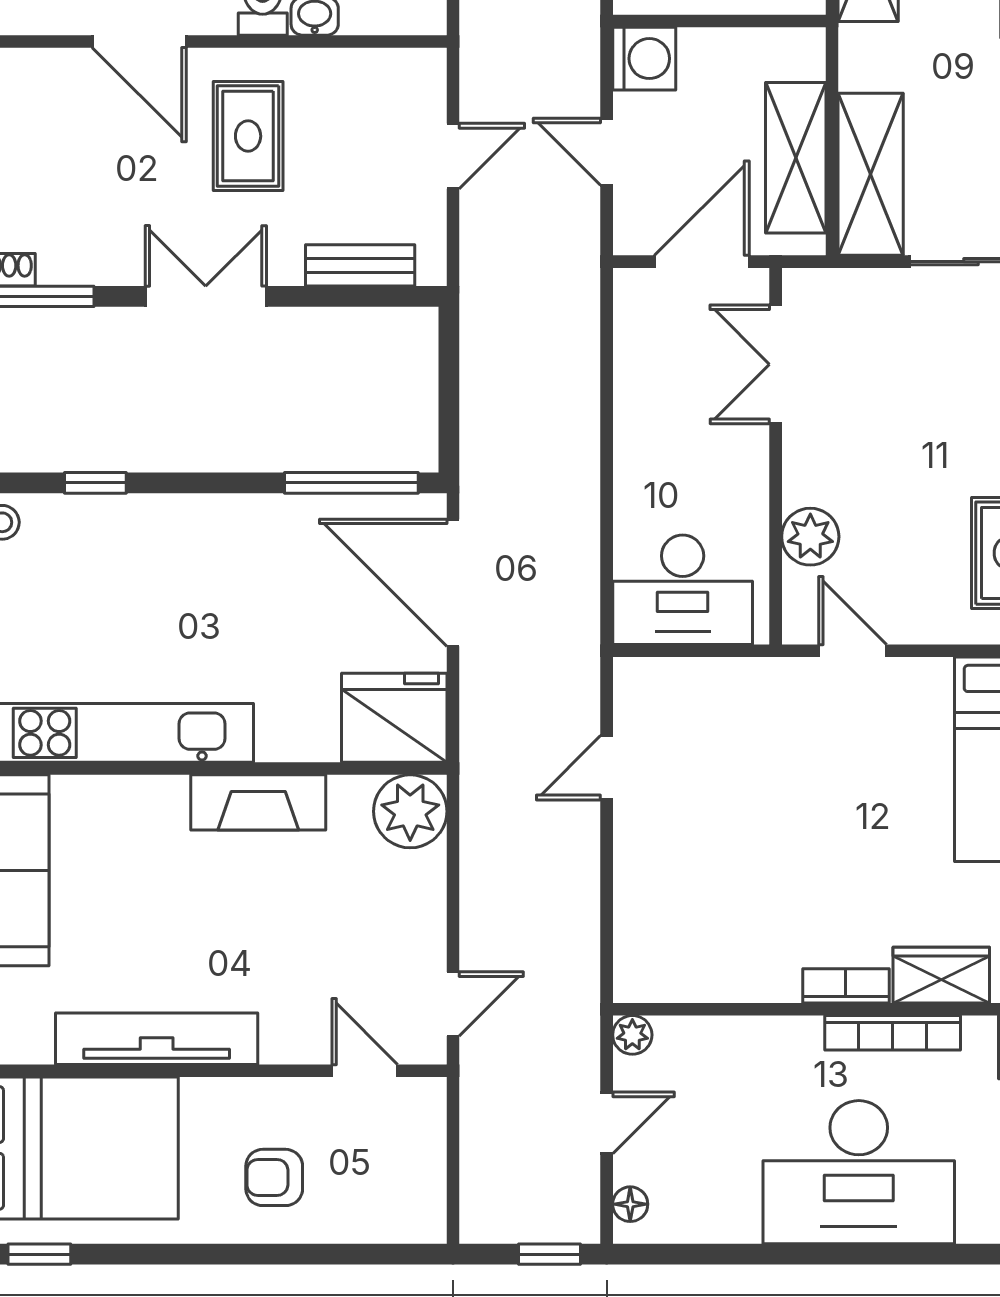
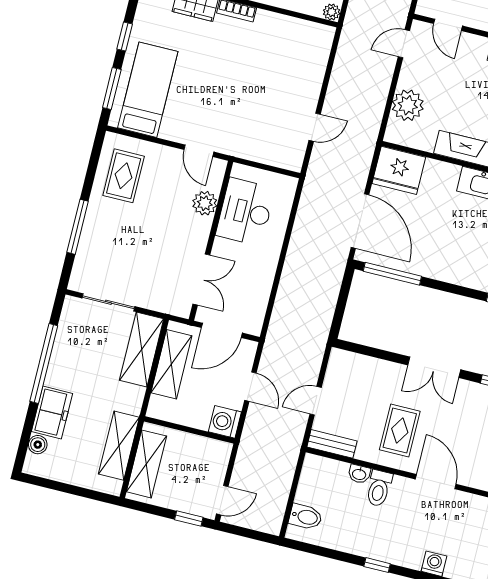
bench: (360, 265) -> (332, 444), moved
desk: (683, 590) -> (245, 212), moved, turned -90
plant: (410, 811) -> (408, 105), moved

